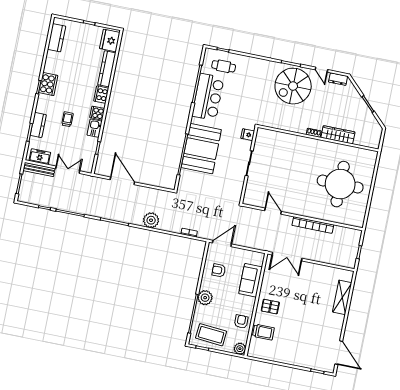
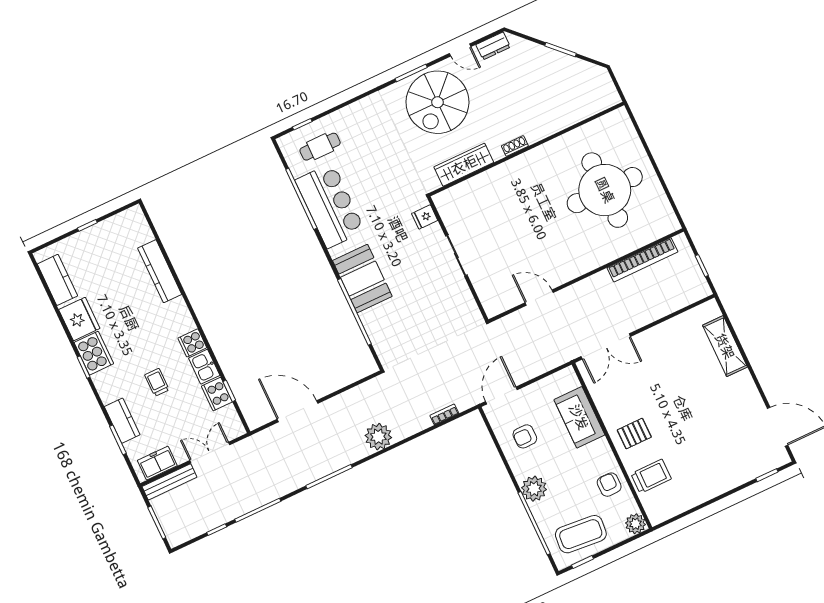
fridge: (110, 40) -> (79, 319), moved, turned 180
cooker: (101, 95) -> (217, 394), moved
wardrobe: (338, 135) -> (464, 165), moved
booth: (201, 149) -> (362, 279), width x0.73, depth x0.70
bookcase: (313, 225) -> (642, 260), moved

